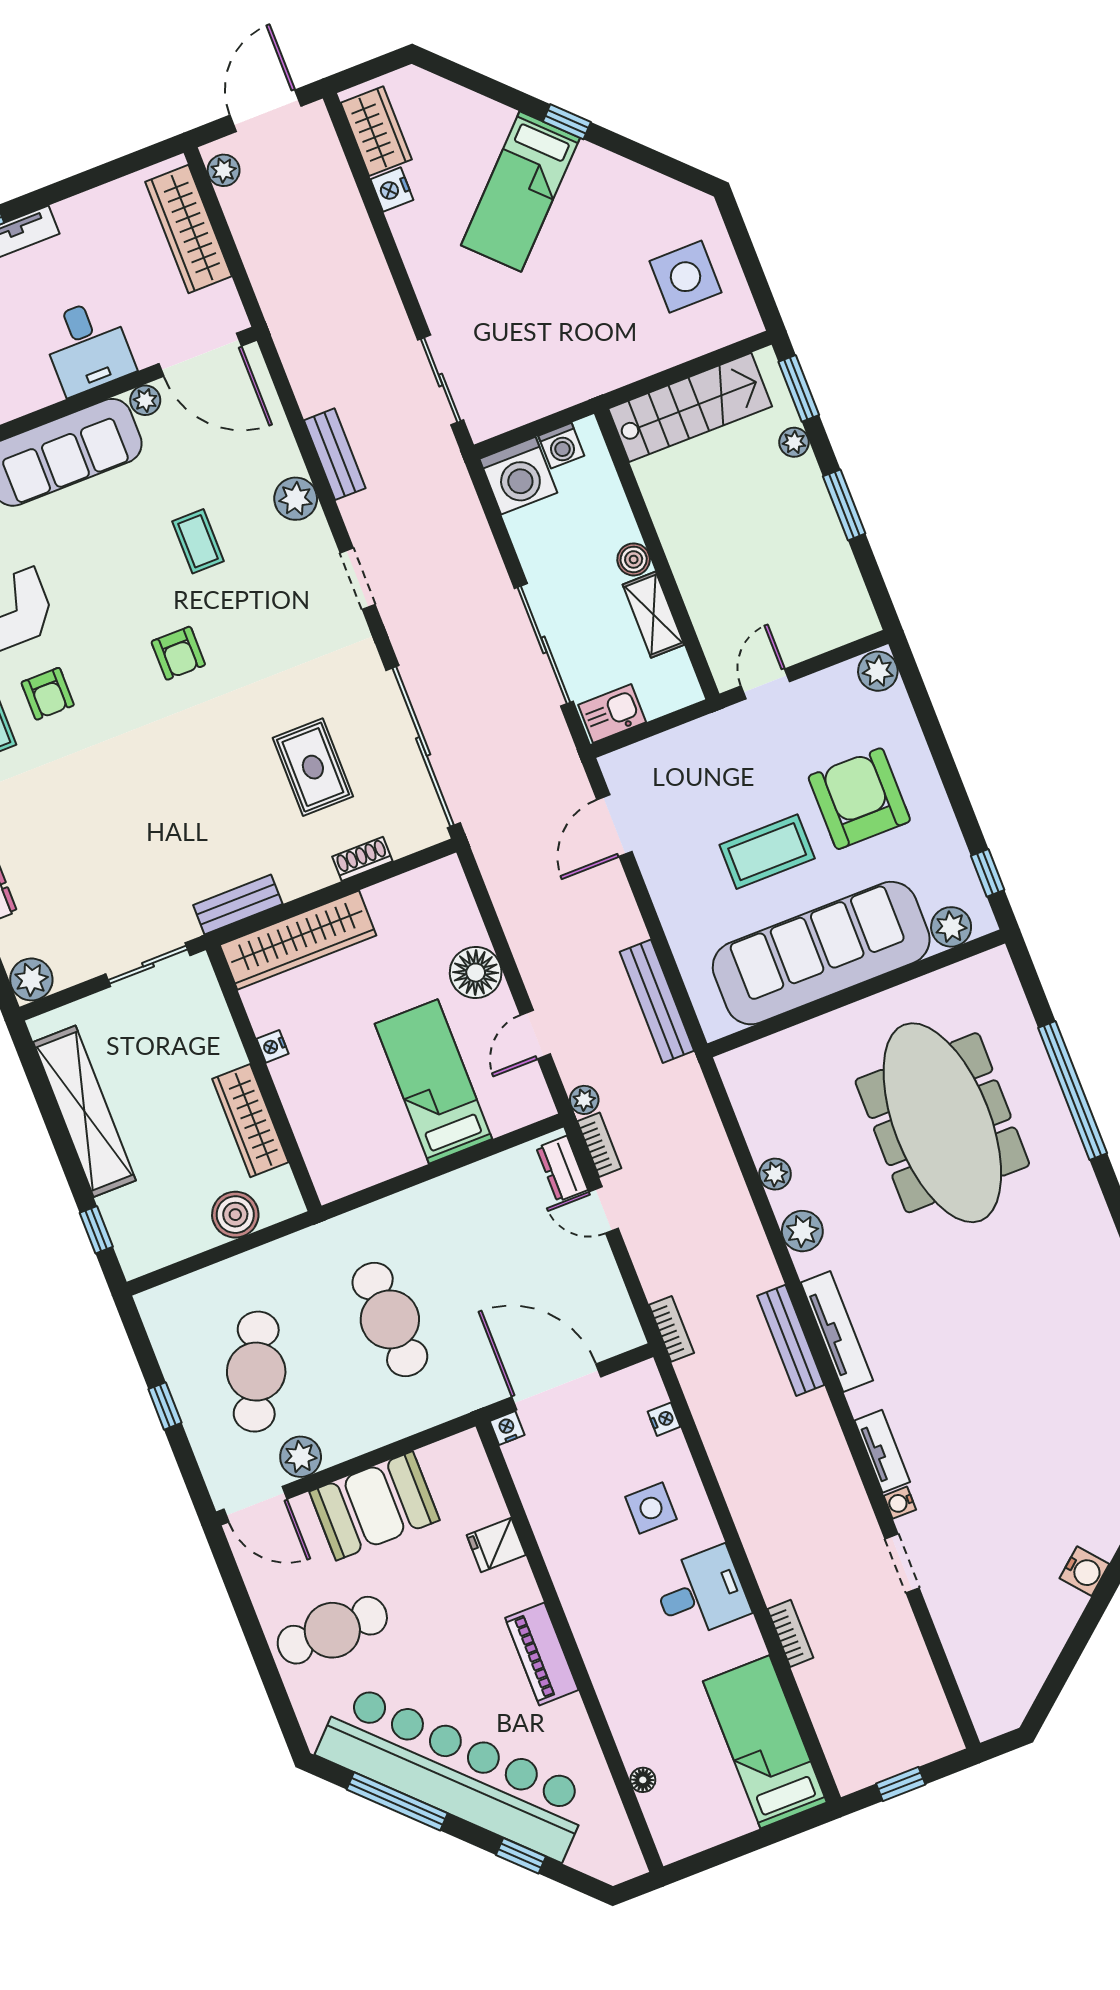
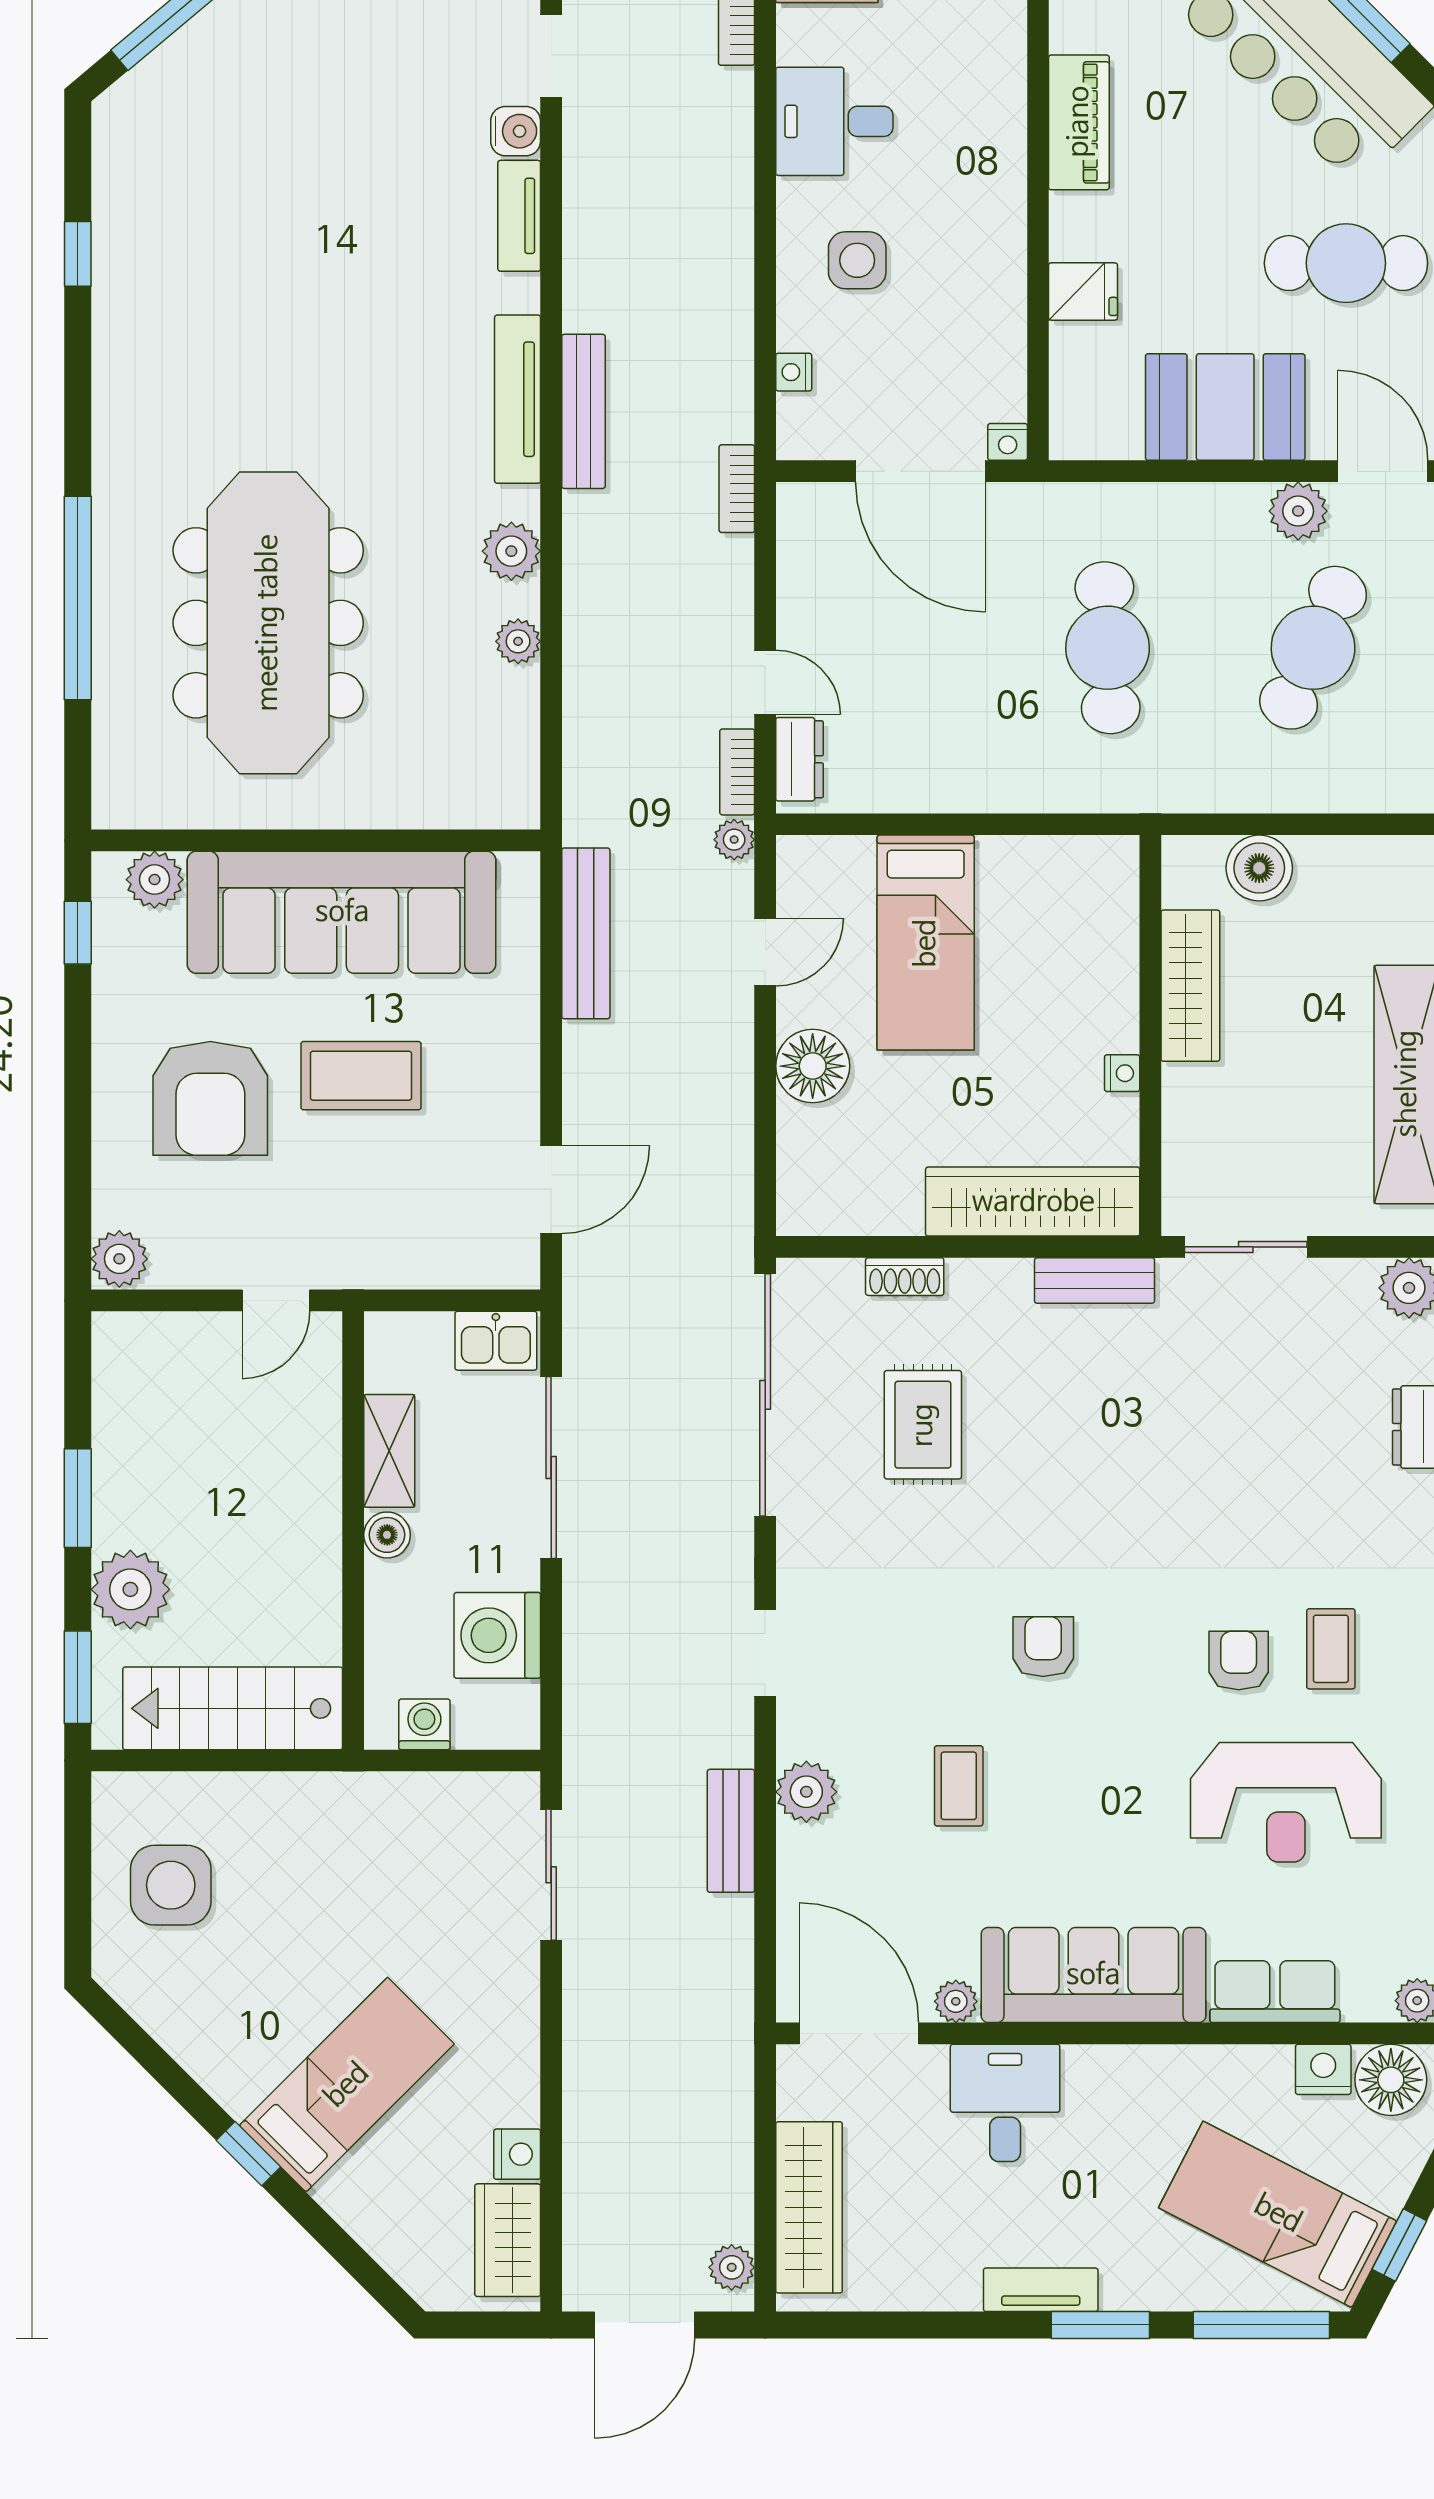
plant: (794, 442) -> (130, 1589), width x1.87, depth x1.87
washing machine: (518, 476) -> (497, 1635), moved, turned -90
water cooler: (900, 1503) -> (516, 131), width x1.38, depth x1.38

